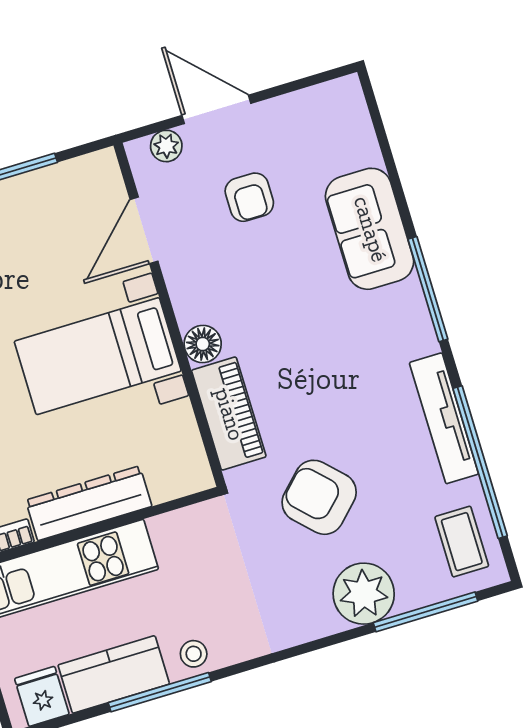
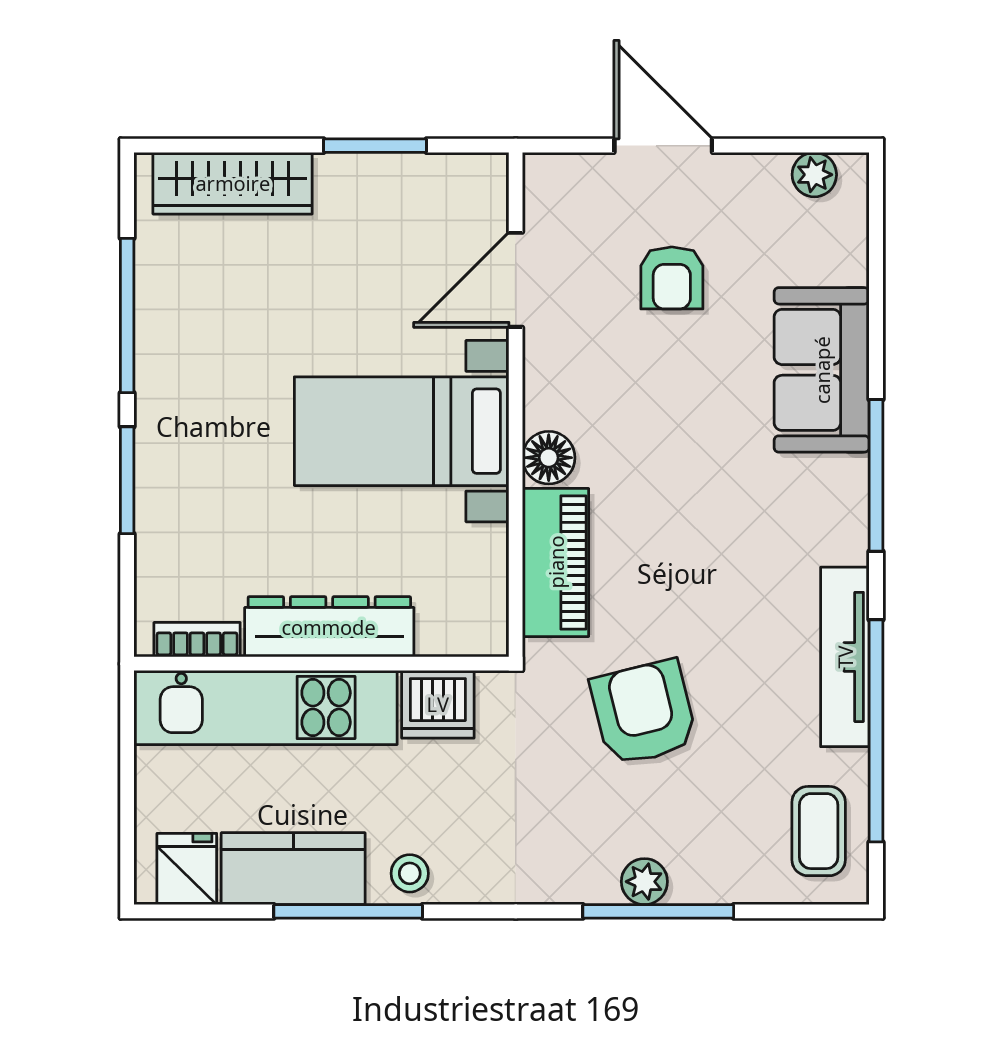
plant: (166, 146) -> (814, 175), moved
armchair: (319, 497) -> (644, 713), turned 31
dishwasher: (178, 534) -> (438, 704), added
plant: (364, 594) -> (644, 882), width x0.53, depth x0.53
window: (425, 612) -> (658, 911), moved

